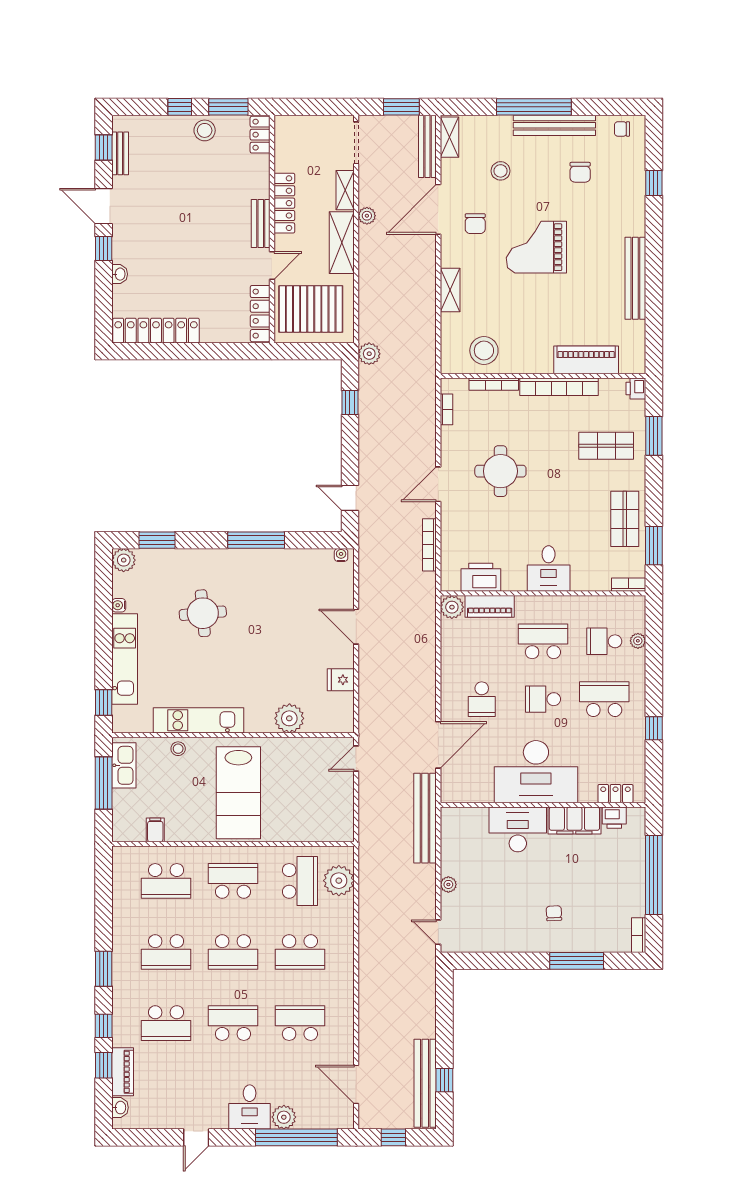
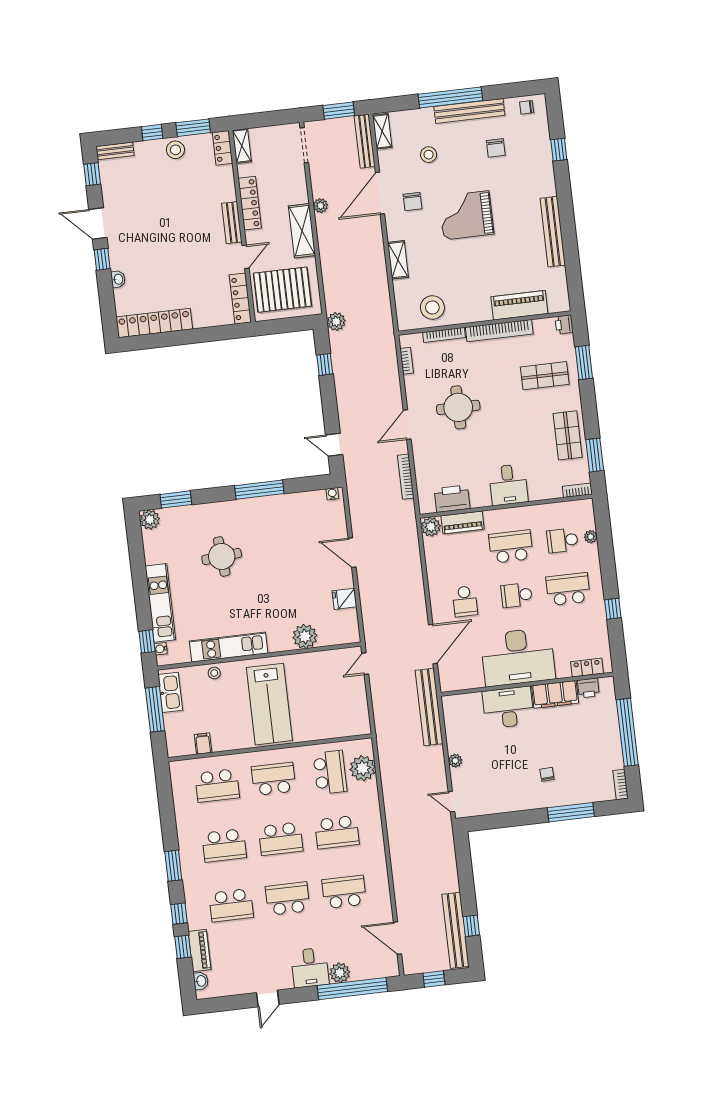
bench: (120, 153) -> (115, 151), moved, turned 90
shelving: (345, 190) -> (242, 146), moved
water cooler: (119, 605) -> (161, 649), moved

